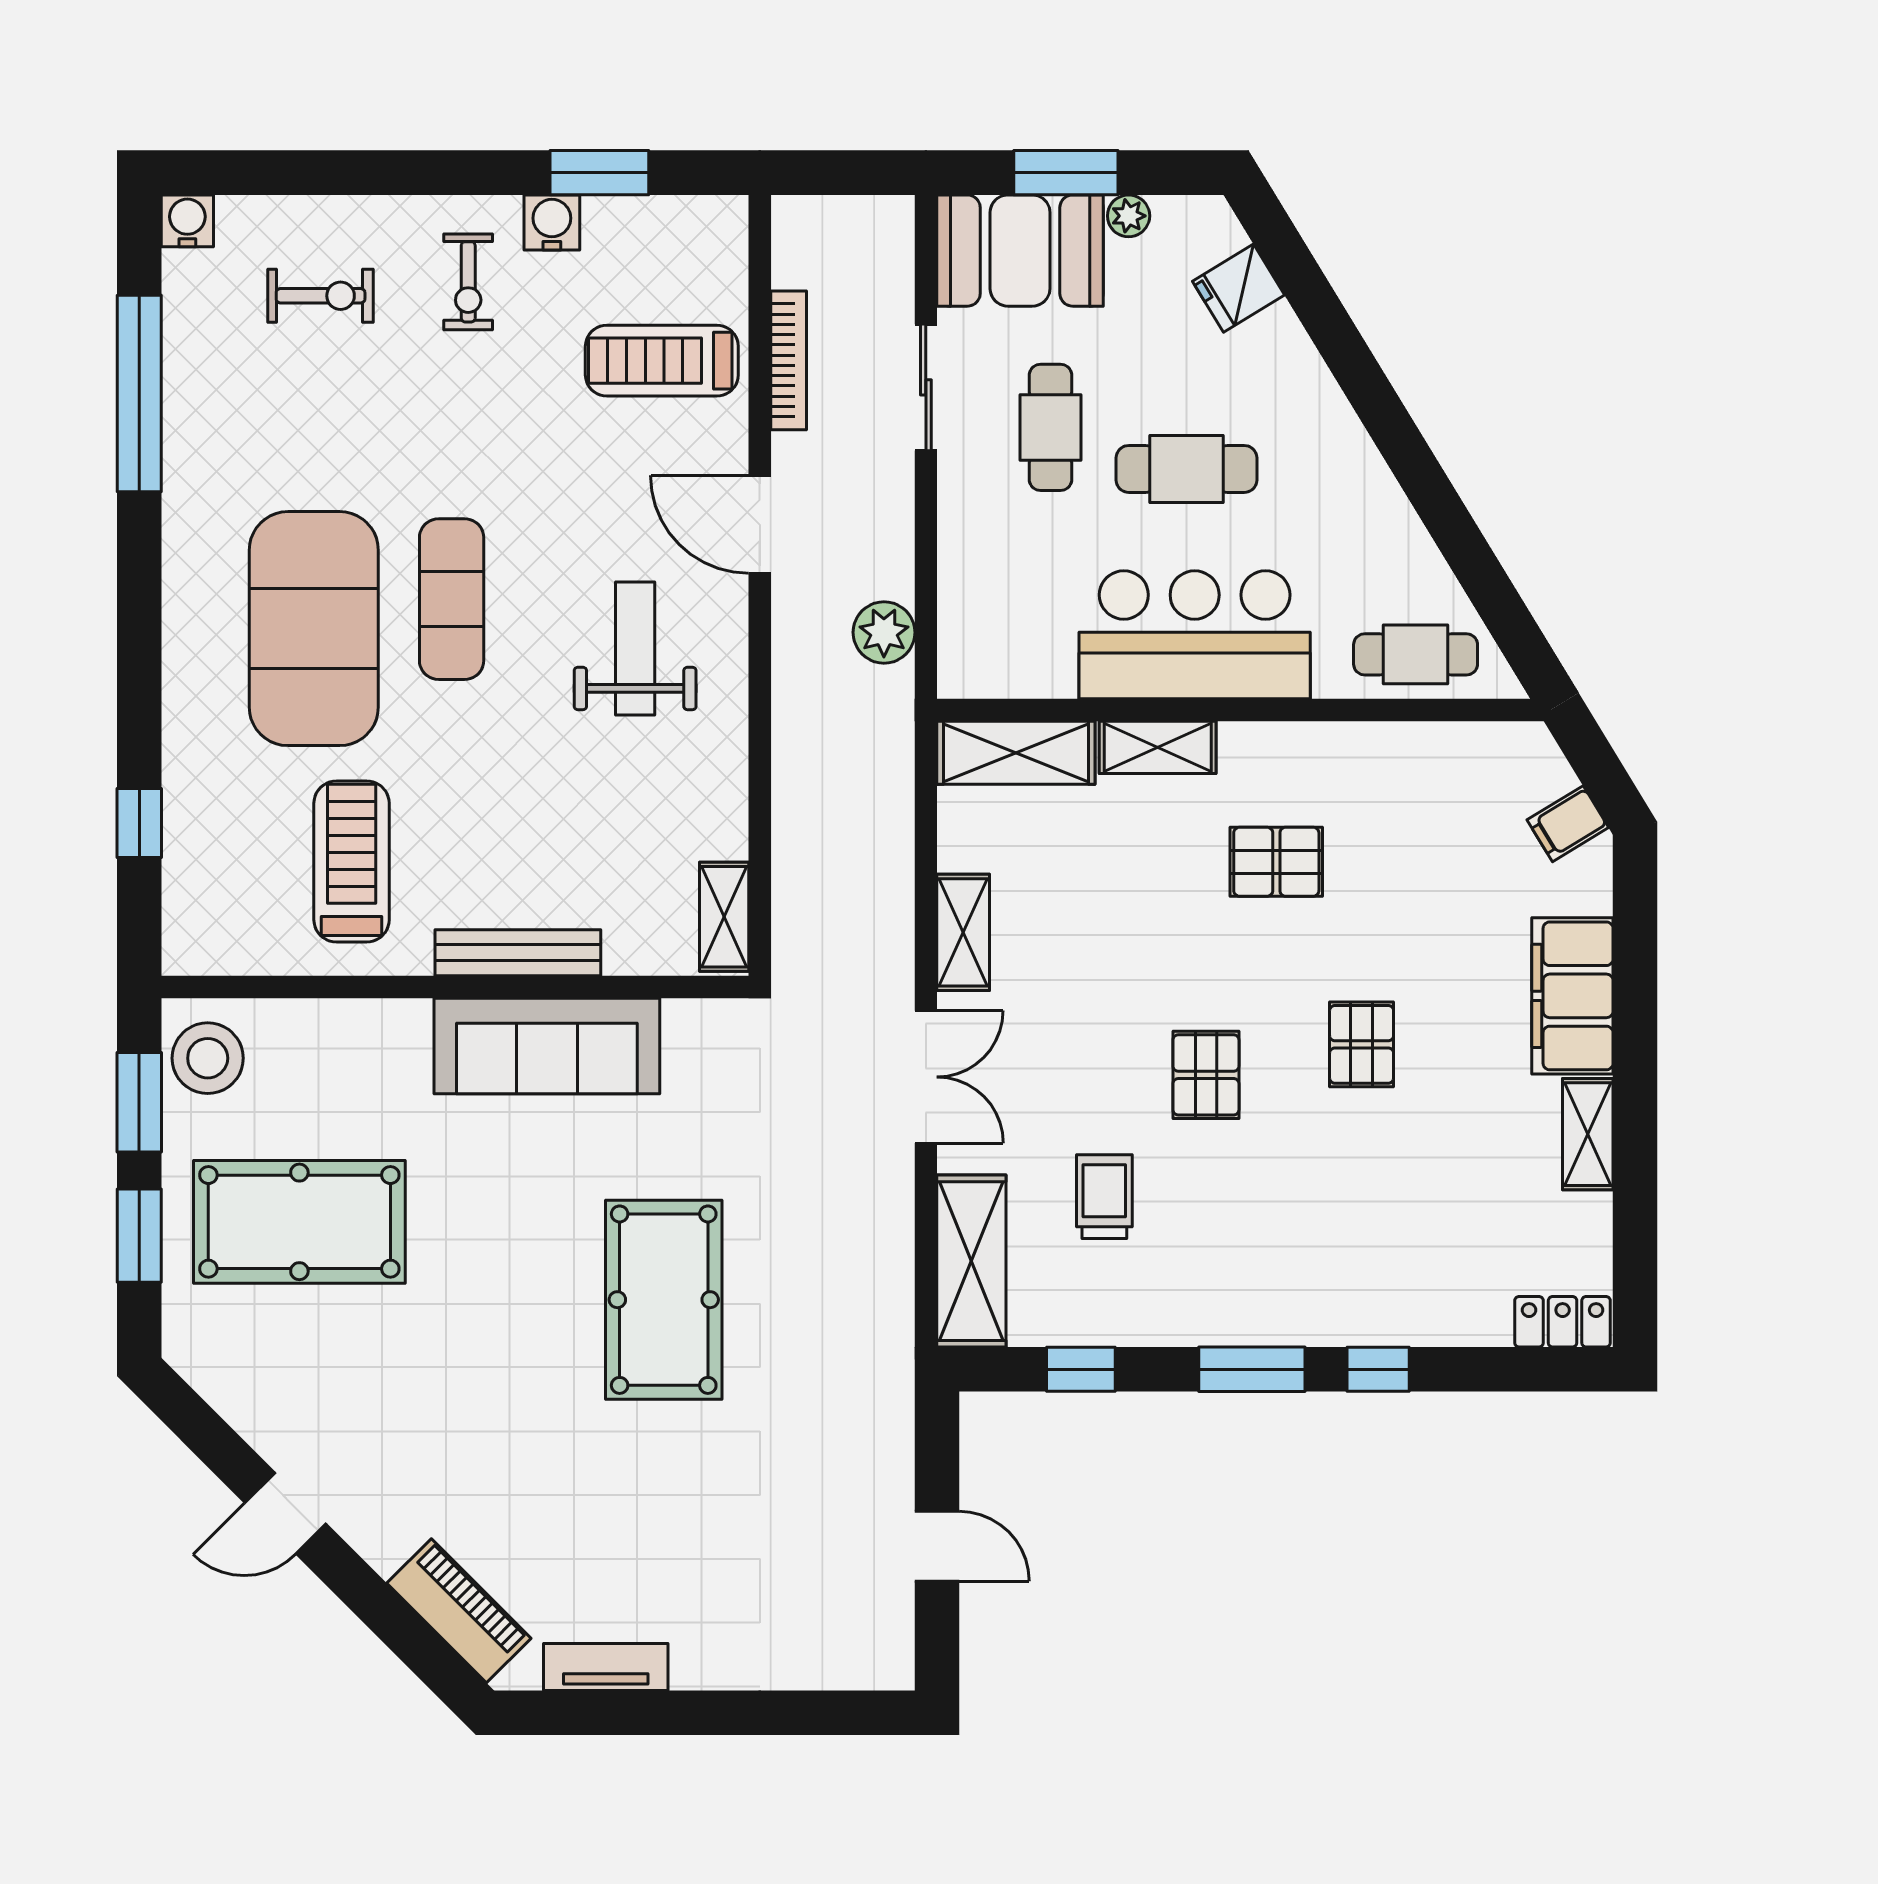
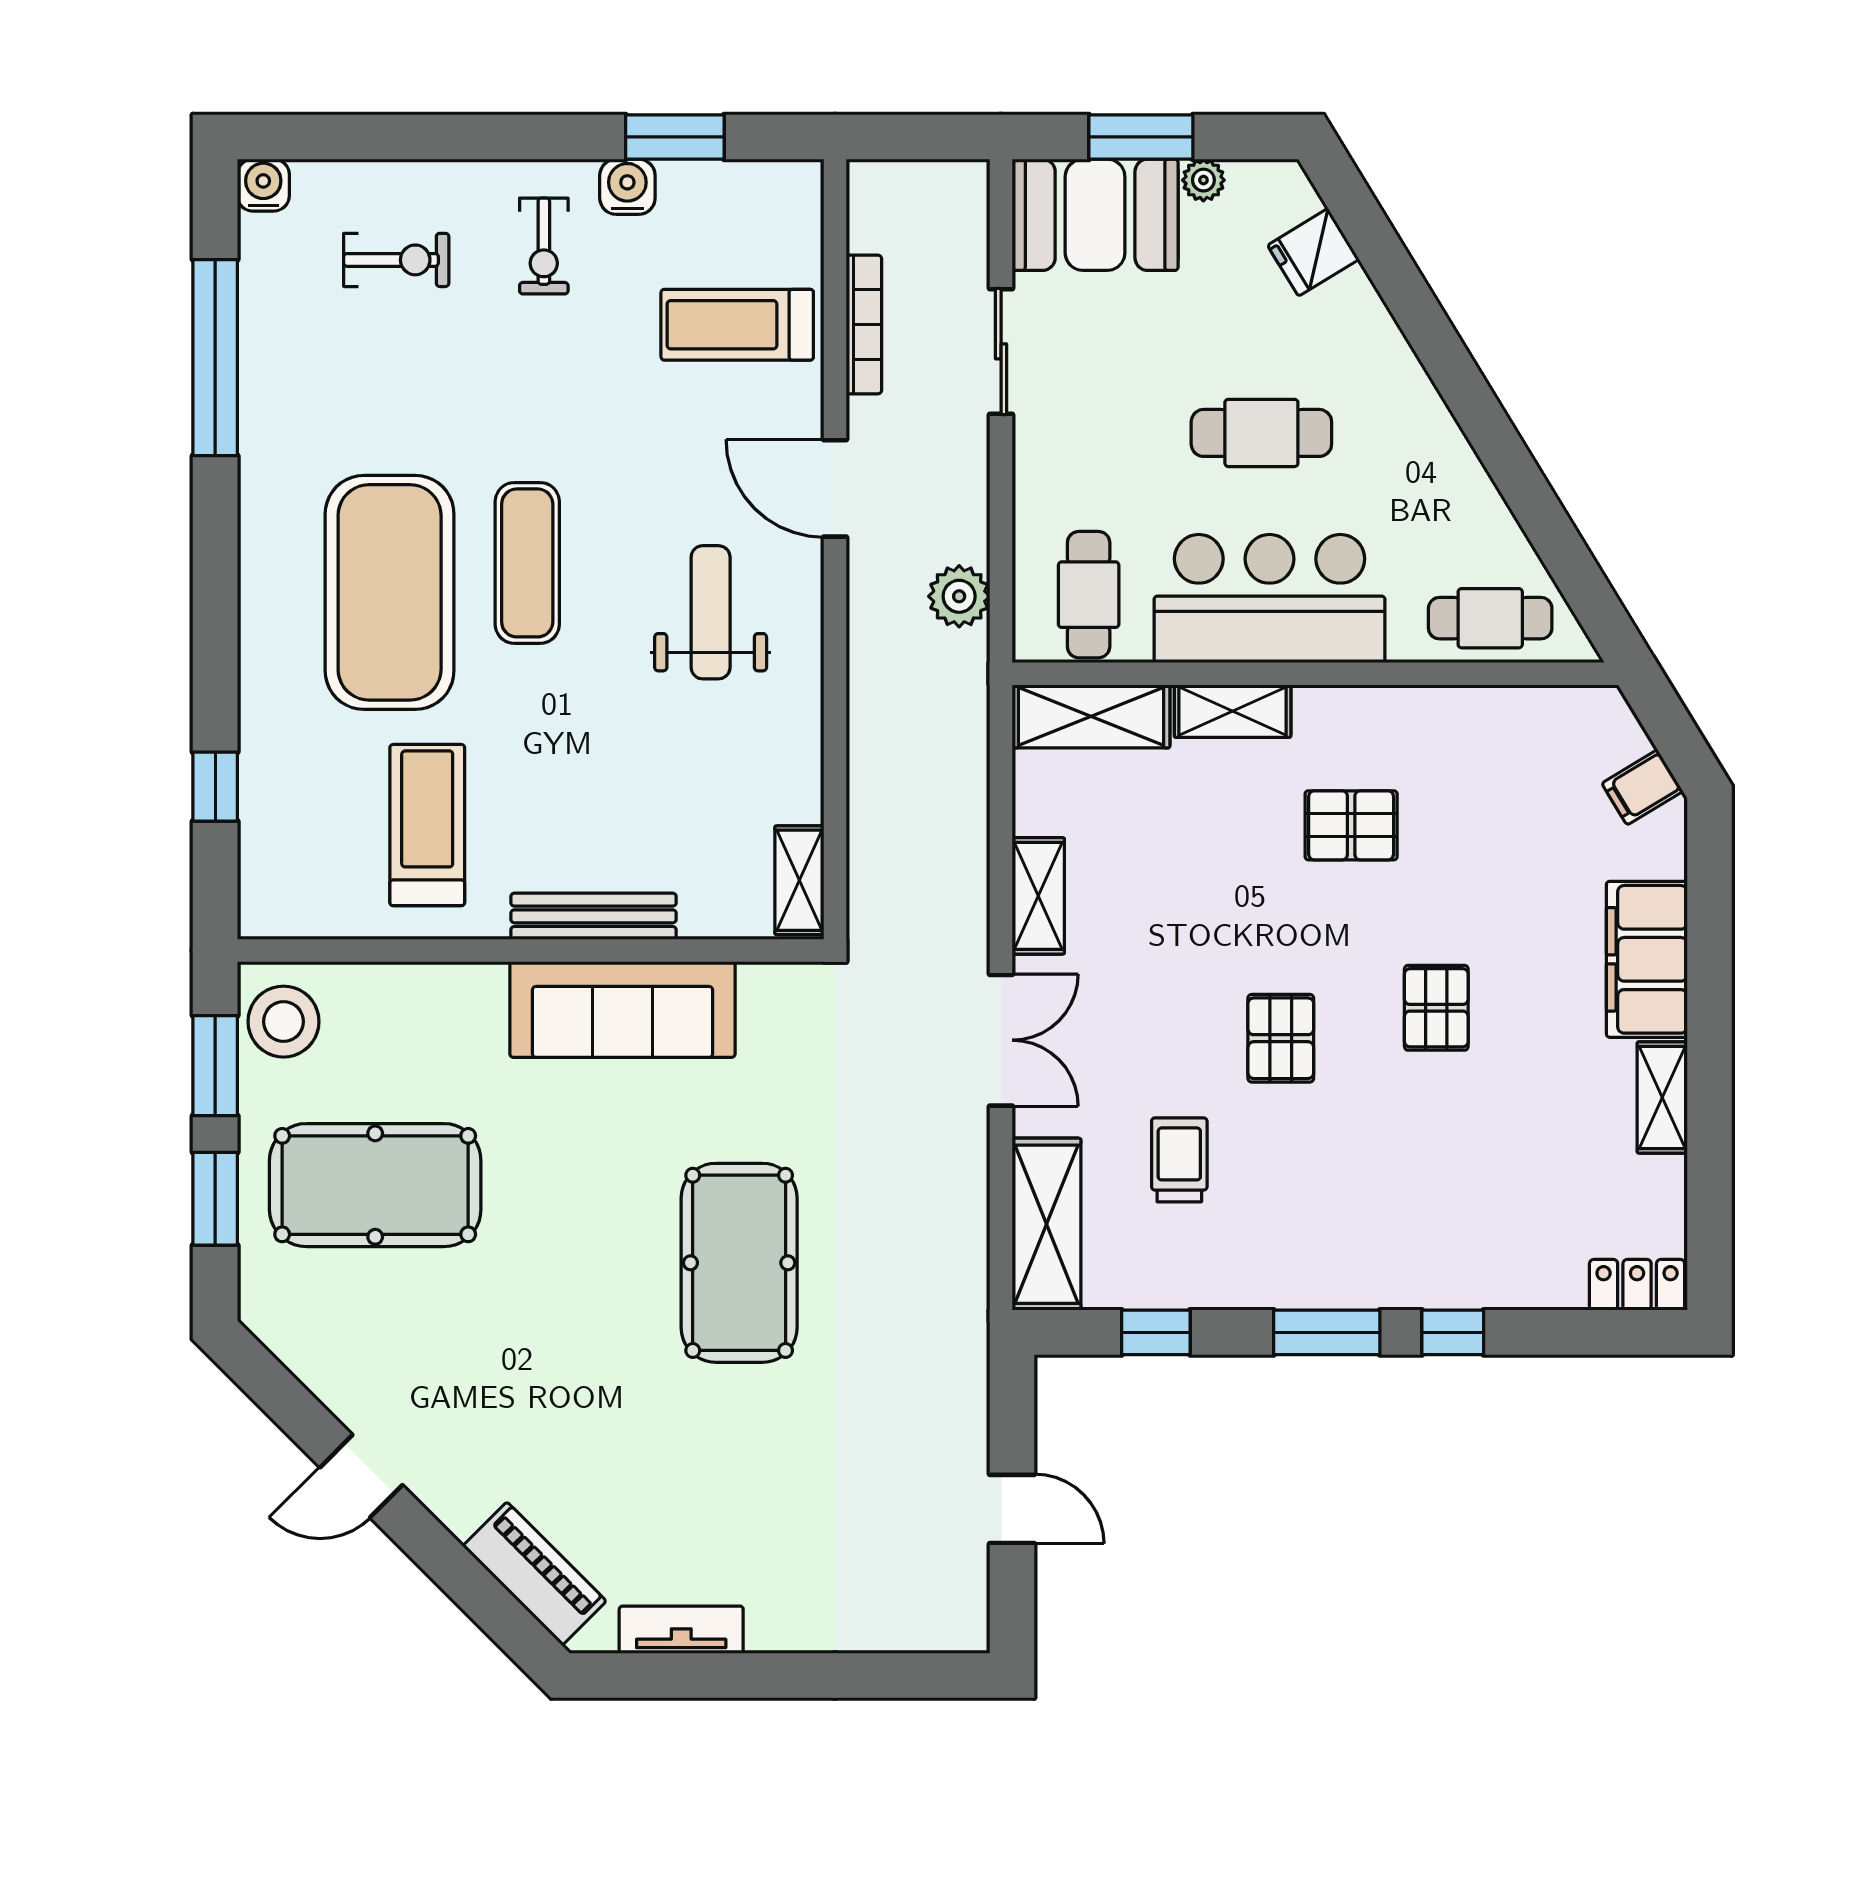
cafe table: (1051, 427) -> (1089, 595), moved

